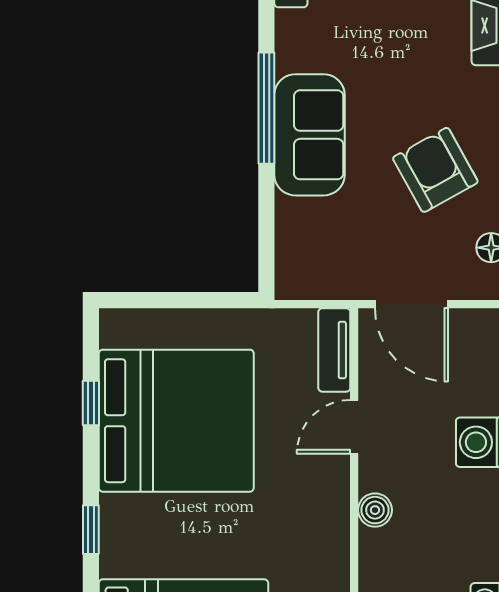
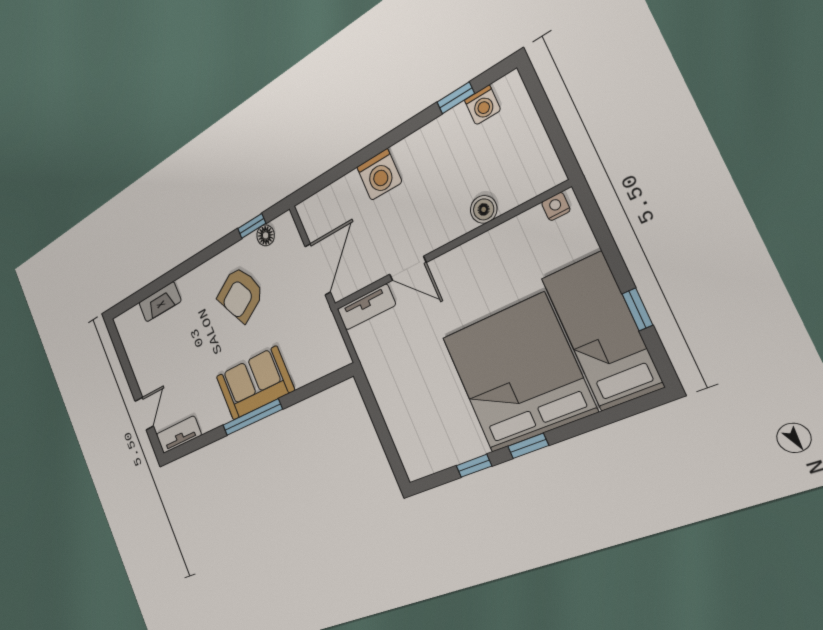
bed: (176, 421) -> (518, 374), moved
boiler: (375, 510) -> (484, 209), moved
window: (91, 530) -> (528, 446), moved

